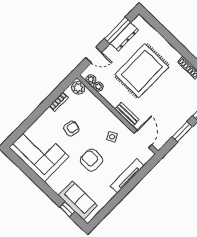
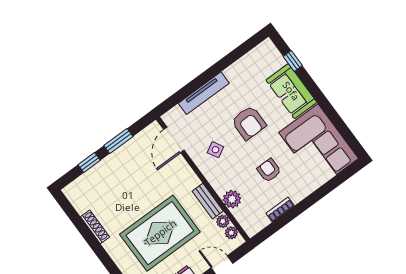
plant: (78, 88) -> (232, 199), moved
bench: (127, 114) -> (208, 201), moved
armchair: (71, 129) -> (269, 170), turned 78
sofa: (78, 200) -> (291, 91), moved

